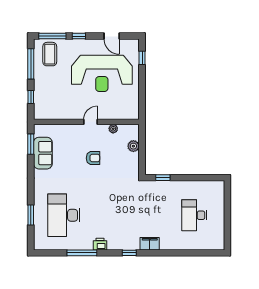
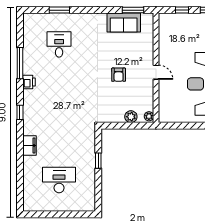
plant: (113, 129) -> (149, 116), moved
window: (163, 178) -> (98, 161), moved
desk: (64, 215) -> (59, 44), width x0.53, depth x0.77
filing cabinet: (150, 244) -> (29, 146), moved

